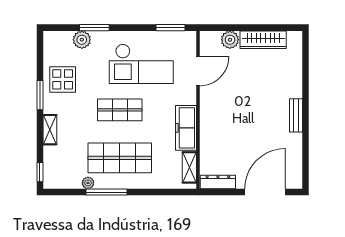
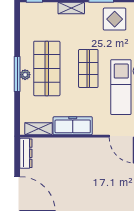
plant: (88, 183) -> (25, 75), moved
window: (106, 192) -> (17, 74), moved

